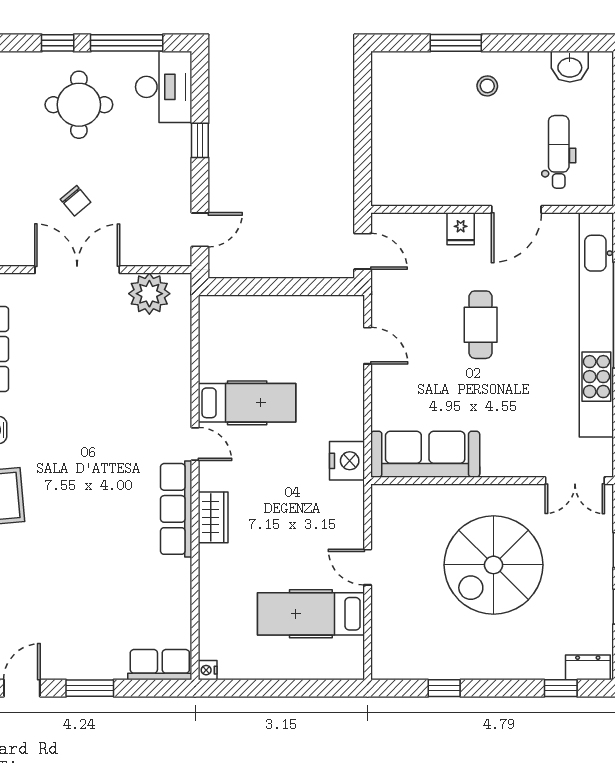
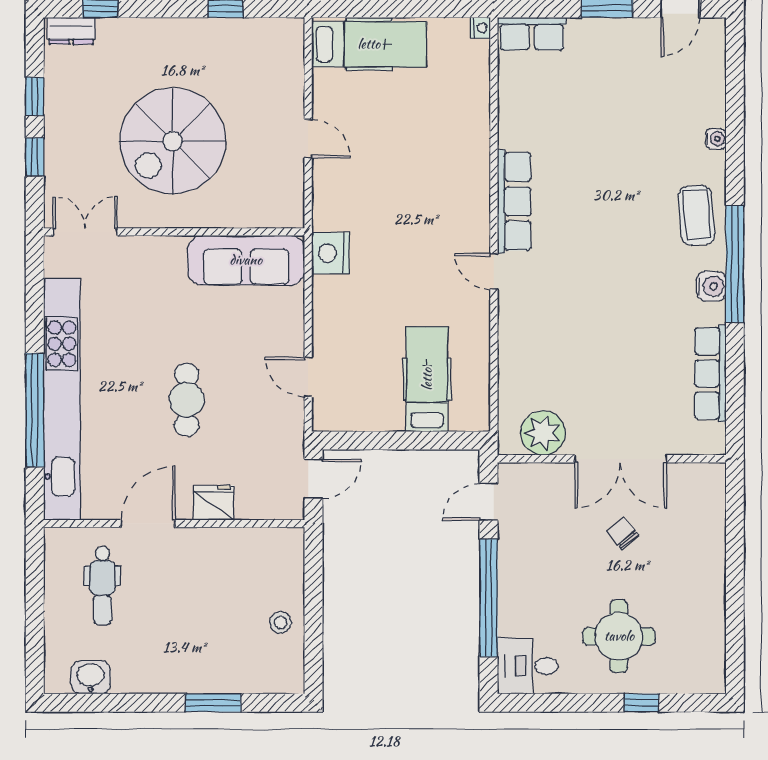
window: (127, 43) -> (567, 703), removed
stool: (487, 86) -> (281, 623), moved
desk: (164, 87) -> (528, 666), width x0.73
window: (200, 140) -> (489, 598), width x3.17
fridge: (461, 229) -> (214, 503), width x1.38
door: (363, 251) -> (313, 479), swing flipped
hospital bed: (247, 403) -> (427, 379), moved, turned 90
wardrobe: (213, 517) -> (474, 192), removed
spiral stairs: (494, 565) -> (173, 141), turned 180
hospital bed: (311, 614) -> (369, 44), moved

